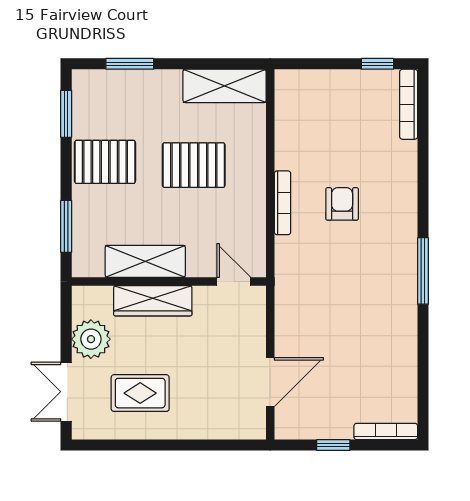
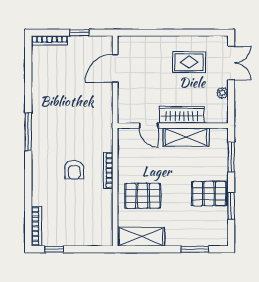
window: (66, 114) -> (231, 206), moved
pallet: (194, 165) -> (143, 196), moved
door: (234, 281) -> (149, 126), moved
plant: (91, 339) -> (222, 93), width x0.53, depth x0.53

